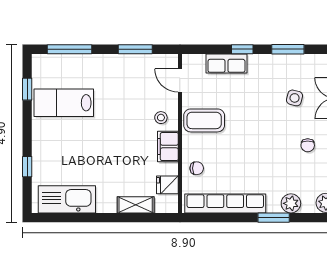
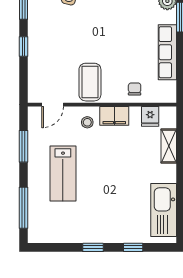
row of seats: (226, 63) -> (37, 61), removed
window: (27, 89) -> (93, 247), moved
lab bench: (64, 103) -> (63, 174), moved
row of seats: (225, 203) -> (167, 52), width x0.73

